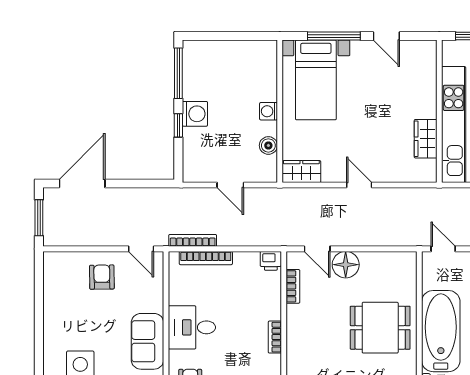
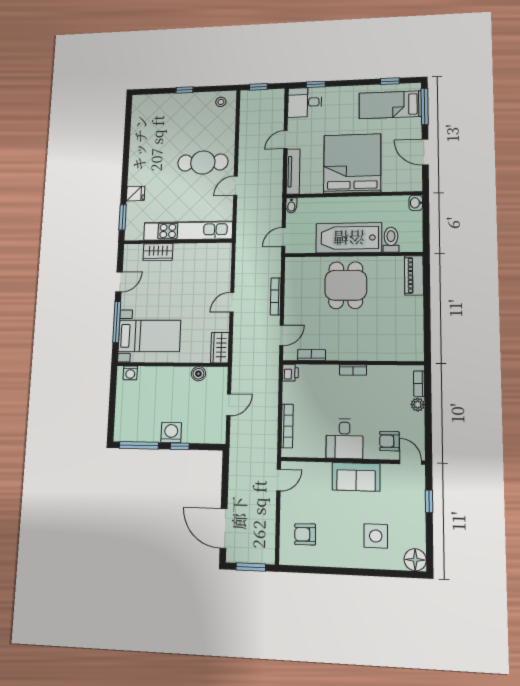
washing machine: (269, 111) -> (130, 373), moved
wardrobe: (426, 139) -> (158, 252), moved
bookcase: (193, 240) -> (276, 296), moved
floor lamp: (346, 265) -> (295, 313), removed
armchair: (102, 277) -> (305, 534), moved

